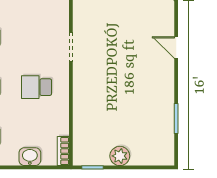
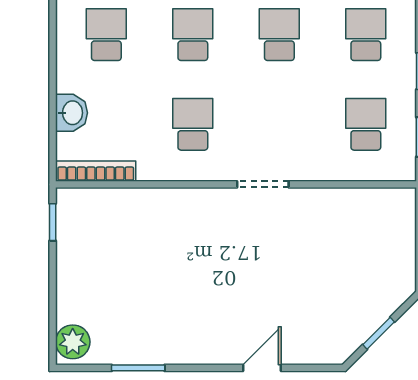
bookcase: (63, 151) -> (96, 171), width x1.56
plant: (120, 156) -> (73, 342), moved

